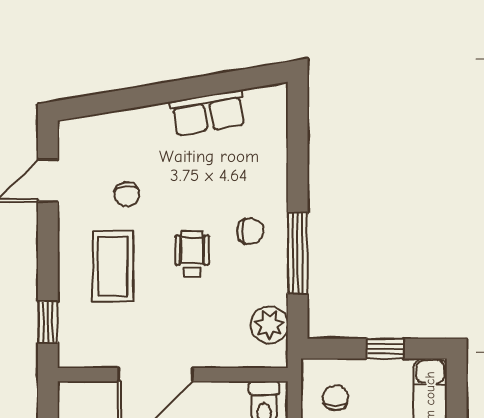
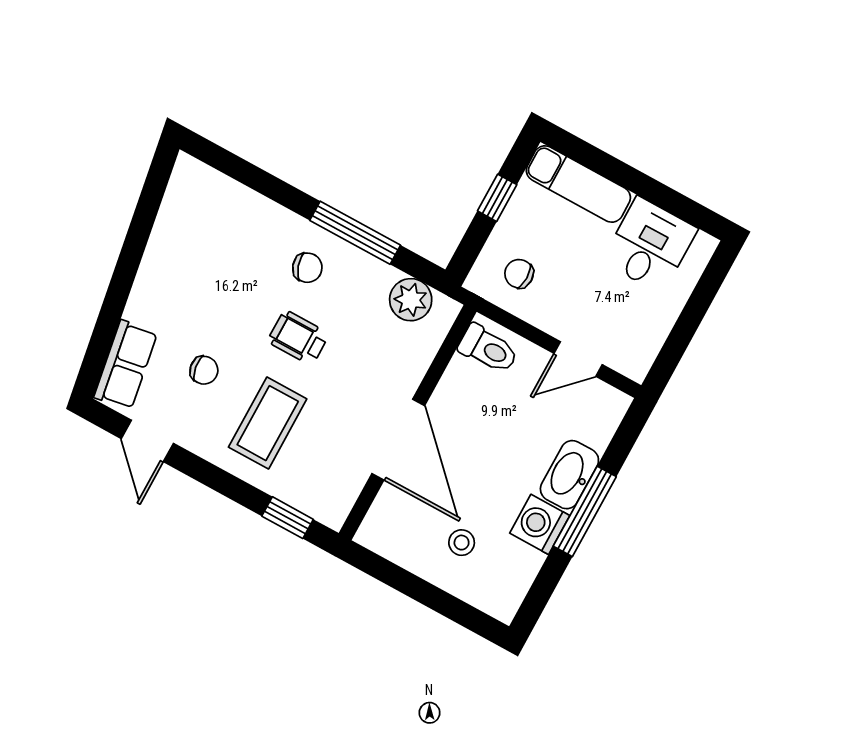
row of seats: (208, 113) -> (126, 365), moved
chair: (250, 231) -> (307, 268), turned 71
coffee table: (113, 266) -> (268, 423), turned 90

